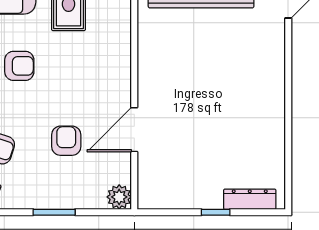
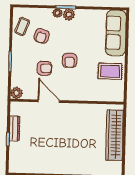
armchair: (19, 66) -> (70, 60), moved
dresser: (250, 199) -> (15, 128), moved

